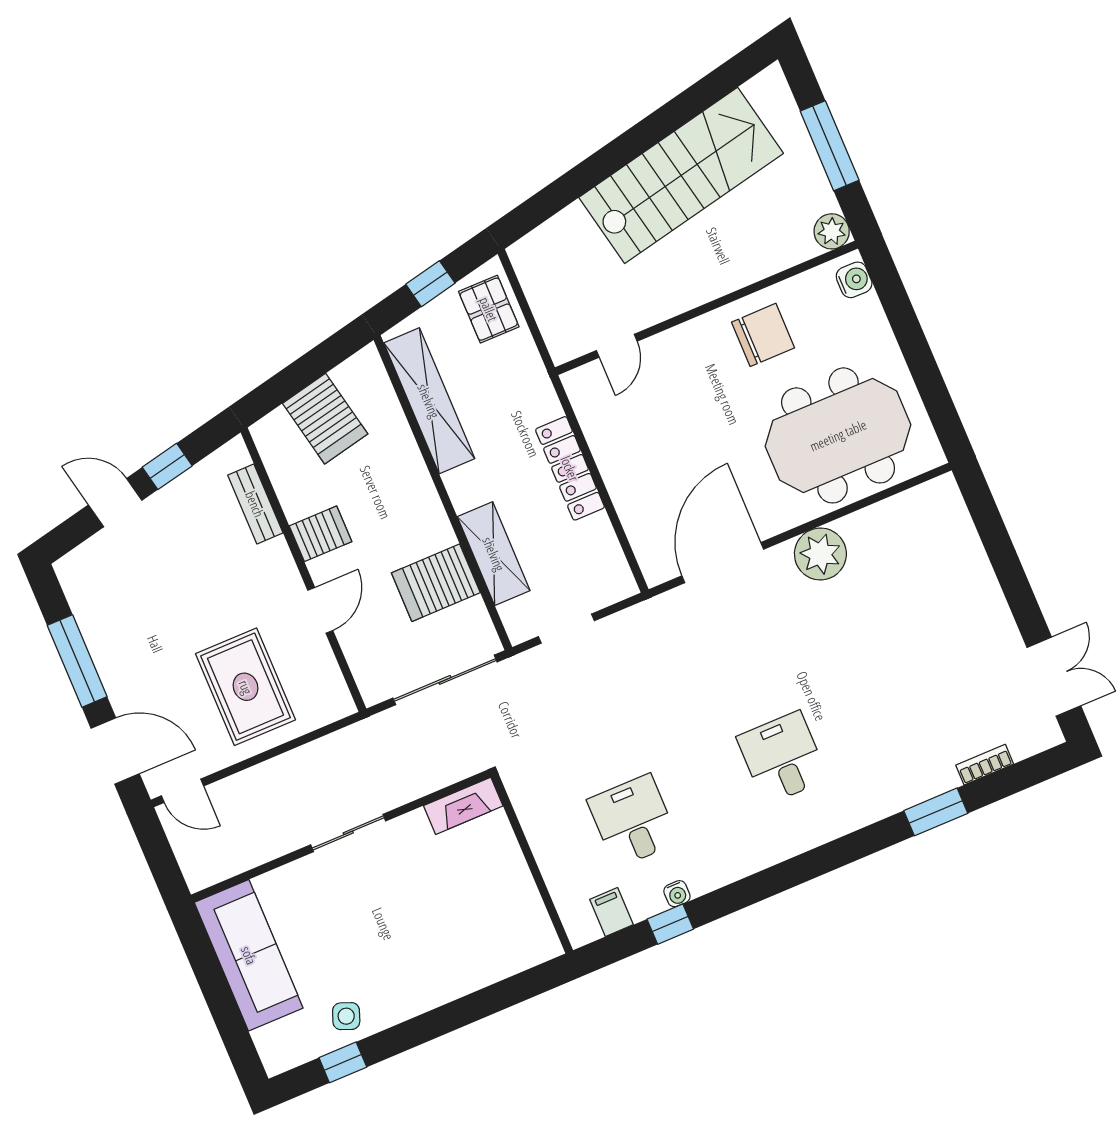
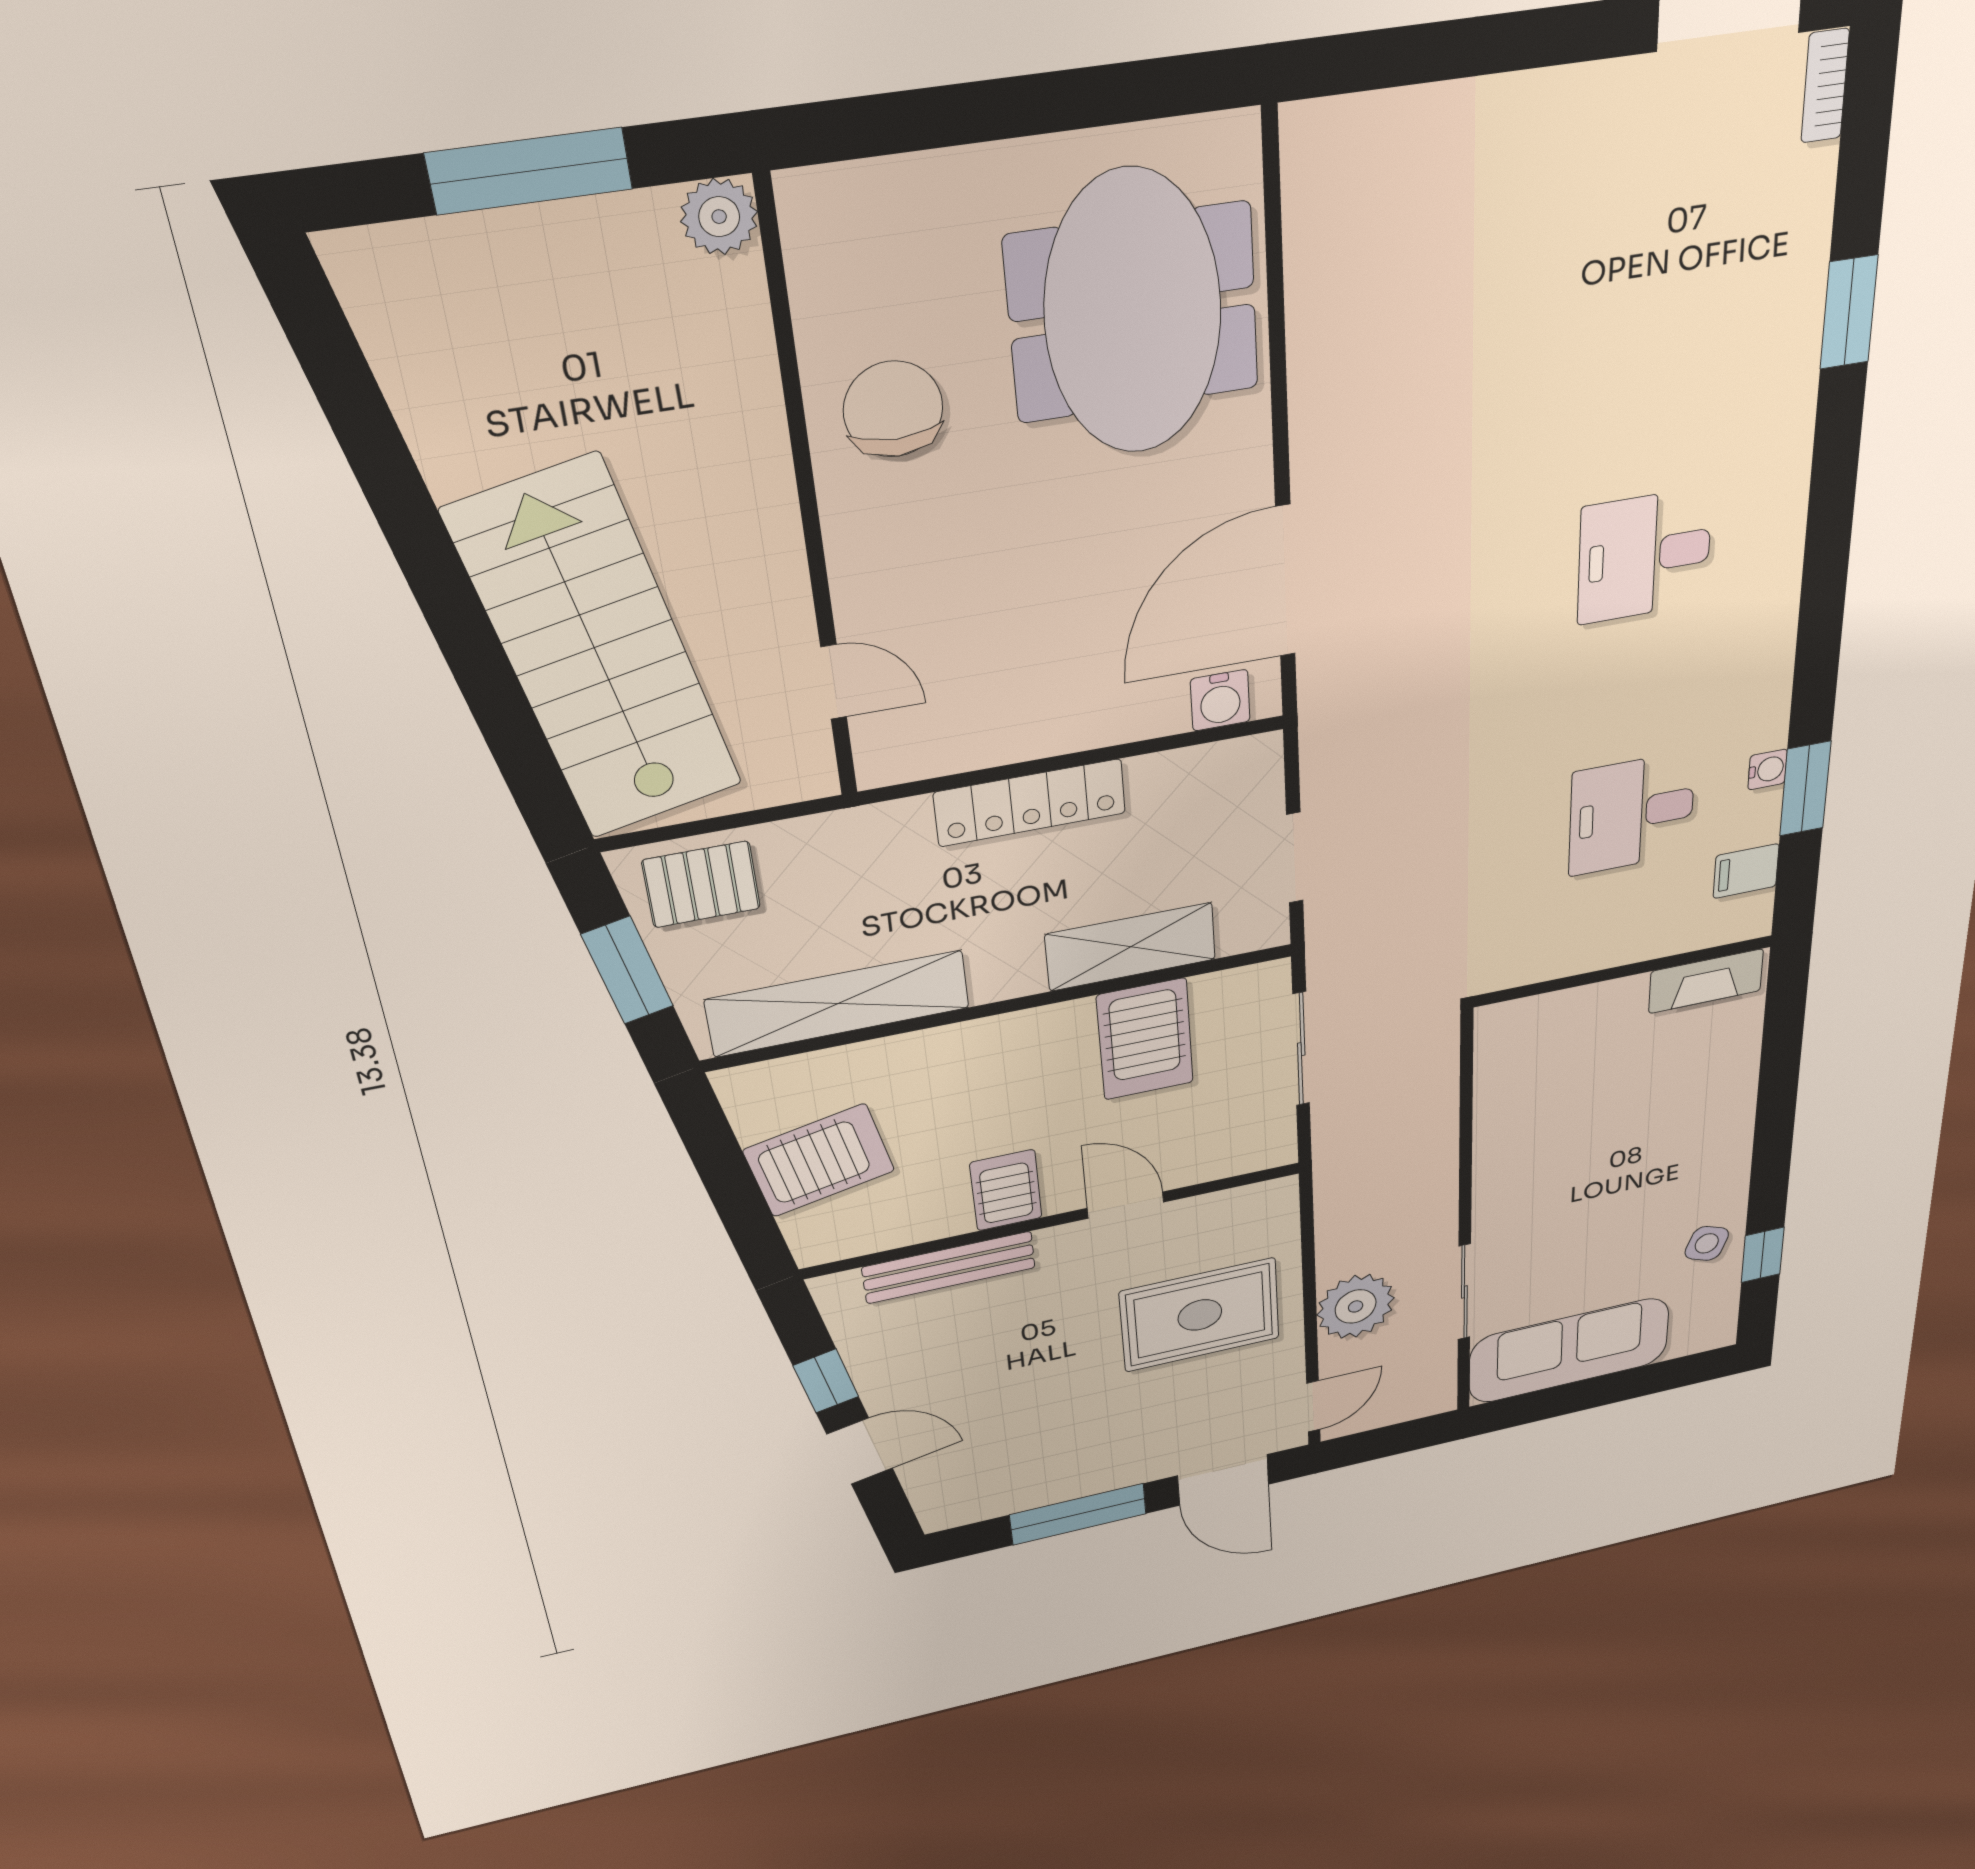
stairs: (681, 175) -> (596, 652), moved
water cooler: (854, 280) -> (1220, 700), moved, turned 180
window: (430, 284) -> (627, 970), width x1.50
door: (115, 503) -> (860, 1451), swing flipped
bench: (255, 504) -> (949, 1267), width x1.36
plant: (820, 554) -> (1356, 1306), moved
door: (723, 563) -> (1285, 581), hinge flipped
sliding door: (445, 680) -> (1301, 1049), width x0.73
door: (115, 751) -> (1223, 1480), swing flipped
bookcase: (985, 765) -> (1825, 86), moved
fireplace: (463, 806) -> (1706, 981), moved, turned 90
sliding door: (348, 833) -> (1464, 1292), moved
window: (670, 924) -> (1805, 789), width x1.50

